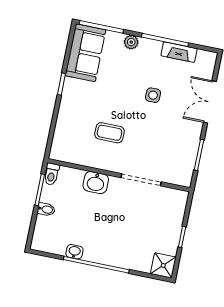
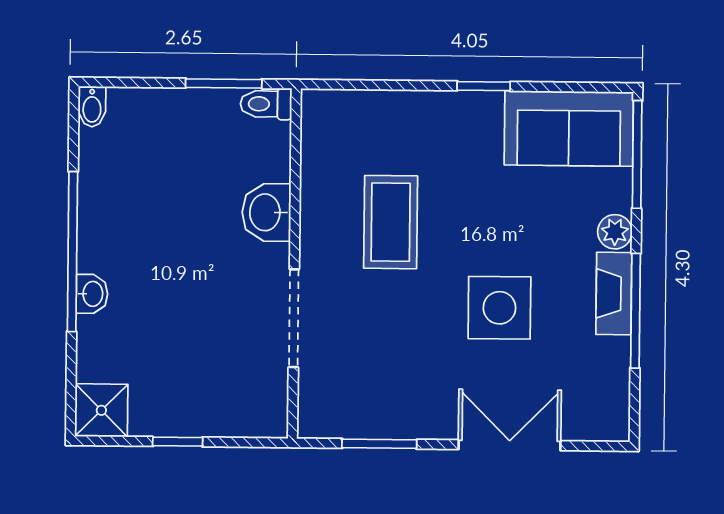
fireplace: (179, 52) -> (614, 294), moved
side table: (153, 95) -> (499, 308), width x1.87, depth x1.87
coffee table: (109, 133) -> (391, 222), width x1.36, depth x1.30
bidet: (46, 209) -> (92, 107), moved
washbasin: (74, 252) -> (92, 294), moved

